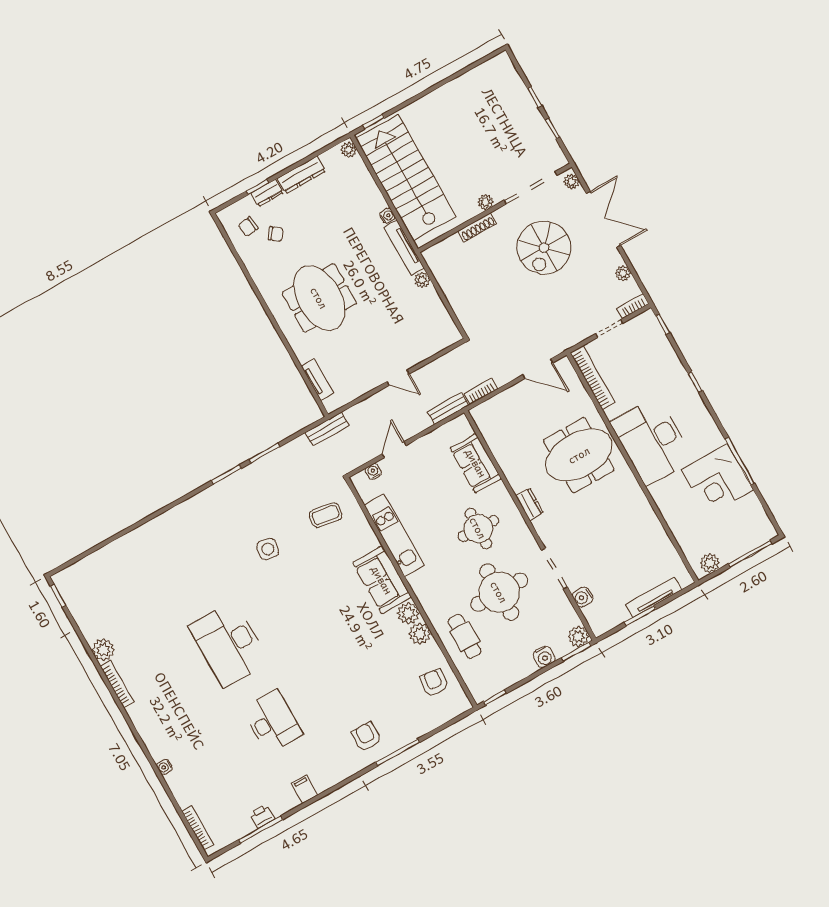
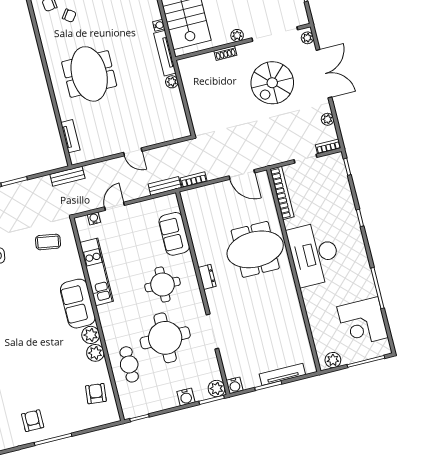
shoe rack: (477, 227) -> (225, 53), width x0.70
corner desk: (717, 480) -> (362, 322), moved
water cooler: (583, 597) -> (235, 385), moved, turned -90

